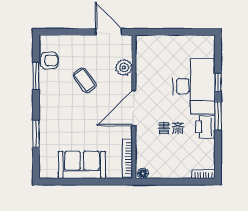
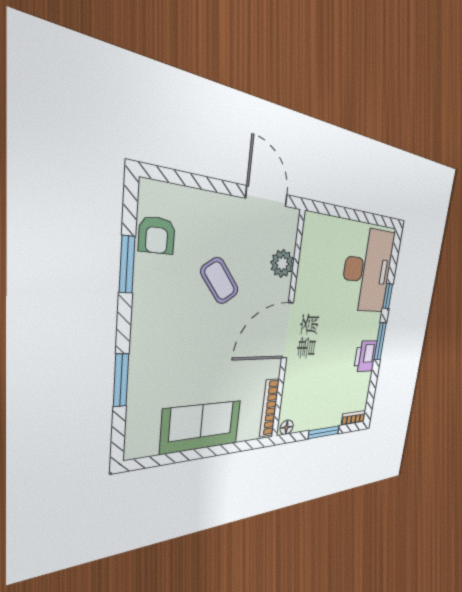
armchair: (49, 61) -> (157, 235), turned 90
desk: (194, 86) -> (367, 270), moved
window: (176, 182) -> (324, 432), added

